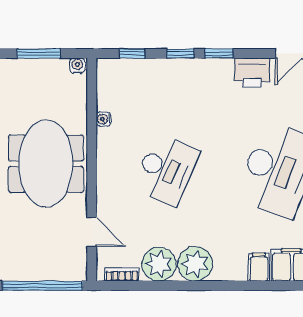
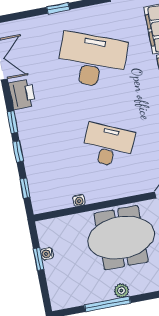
window: (39, 53) -> (39, 259), width x0.67
water cooler: (77, 66) -> (47, 254), moved

